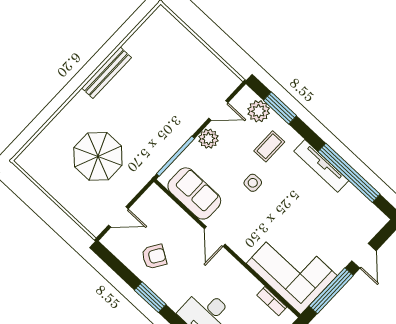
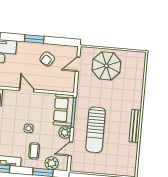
sun lounger: (164, 110) -> (96, 130), added
parasol: (98, 156) -> (106, 66), moved
sofa: (194, 193) -> (64, 110), moved, turned 90

